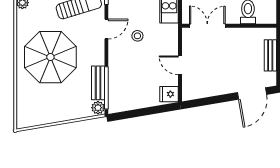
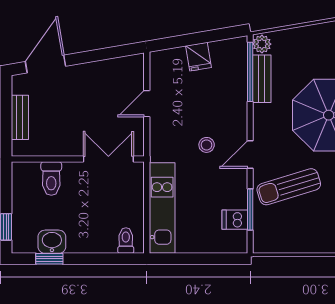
double door: (207, 26) -> (108, 159), swing flipped
door: (180, 65) -> (147, 104), swing flipped
fridge: (169, 94) -> (198, 57), moved, turned 80

